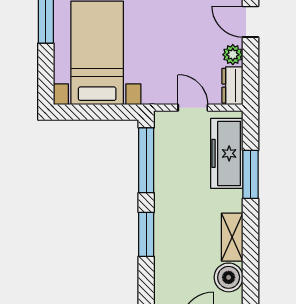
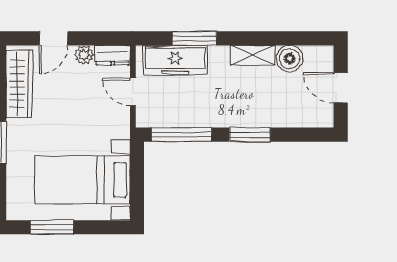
door: (193, 108) -> (133, 92), hinge flipped

